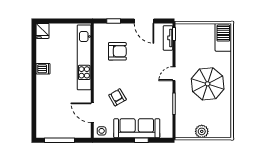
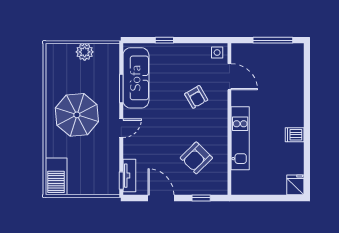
armchair: (117, 51) -> (196, 158), turned -45
kitchen unit: (84, 57) -> (240, 138), width x0.73
sofa: (137, 128) -> (136, 78), moved, turned -90

